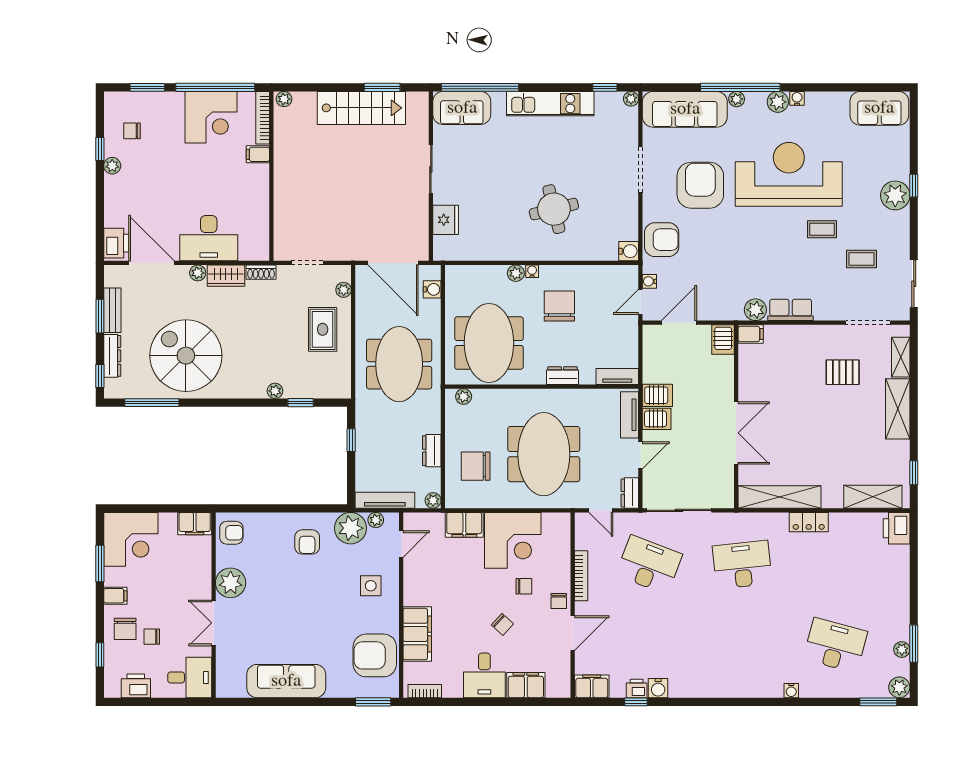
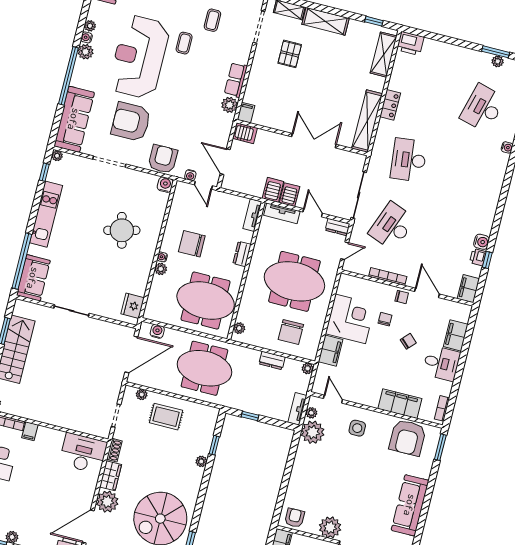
plant: (737, 99) -> (90, 26), moved
fridge: (446, 220) -> (132, 306), moved, turned -90
desk: (209, 238) -> (83, 453), moved, turned -90
plant: (198, 273) -> (107, 502), width x1.88, depth x1.88
tv unit: (385, 500) -> (297, 409), width x0.71
armchair: (307, 542) -> (315, 466), removed

